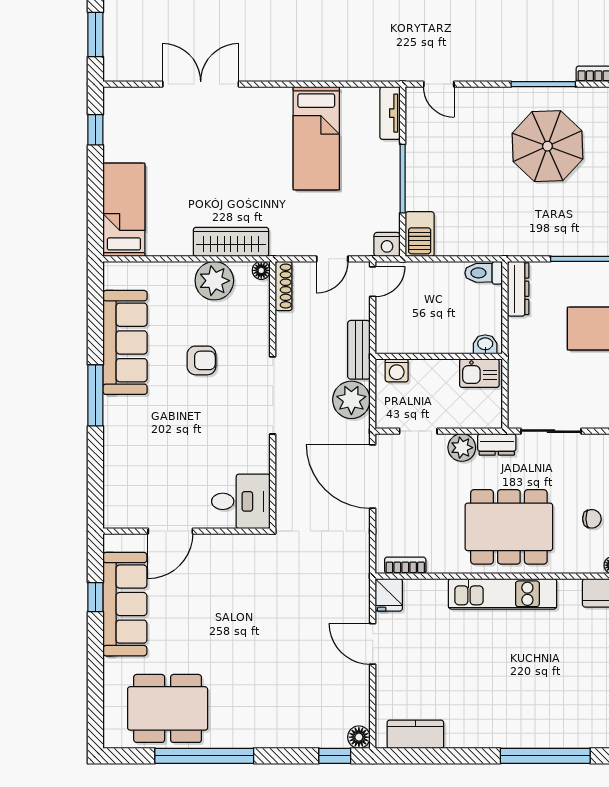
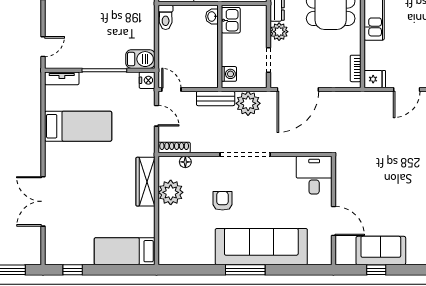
floor lamp: (261, 270) -> (185, 162), moved
sofa: (125, 342) -> (261, 247), moved, width x1.36, depth x1.27
sofa: (125, 604) -> (381, 251), width x0.73

